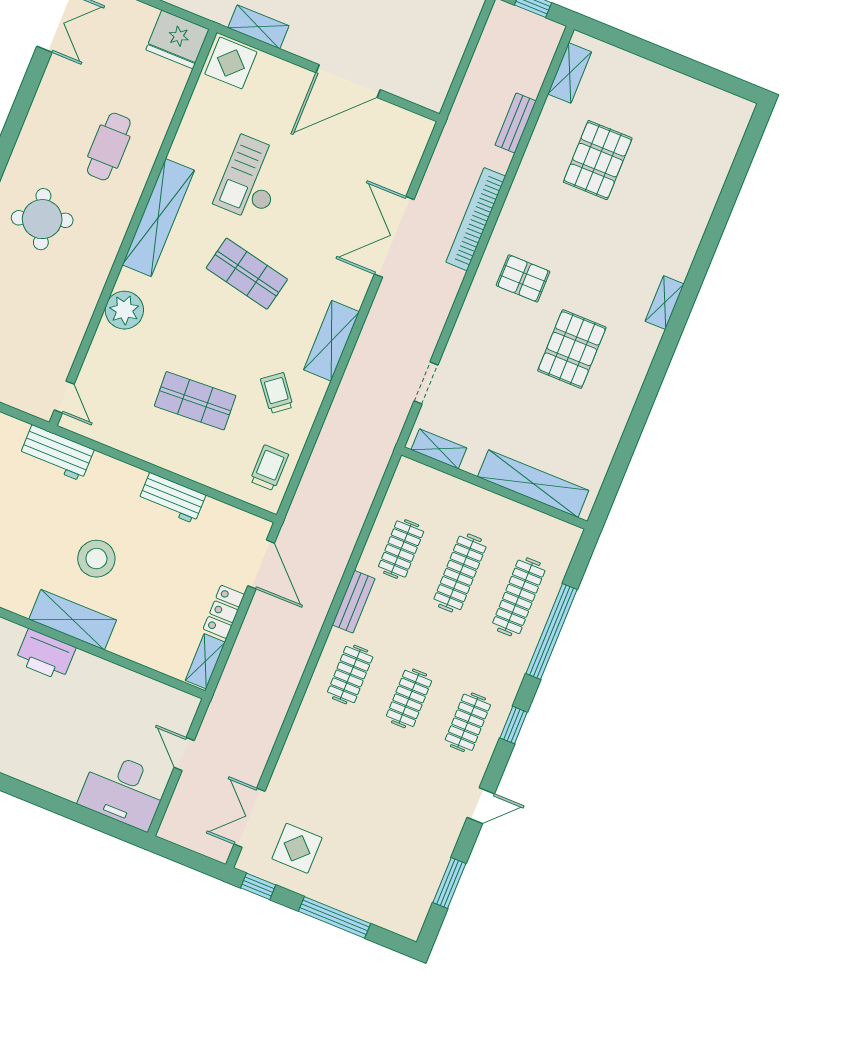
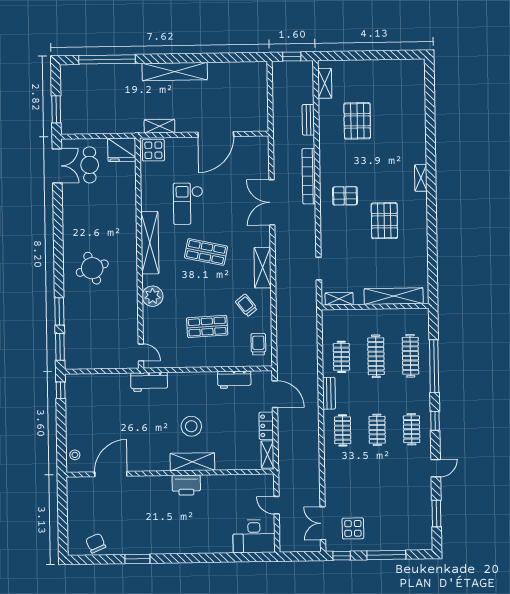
cafe table: (109, 147) -> (90, 165), moved
workbench: (172, 498) -> (234, 380), moved

